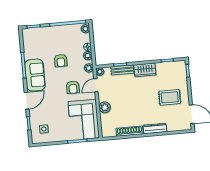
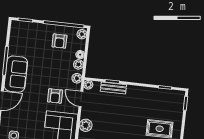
armchair: (61, 61) -> (59, 41), moved
wardrobe: (145, 70) -> (138, 93), removed
door: (96, 85) -> (81, 99), hinge flipped

